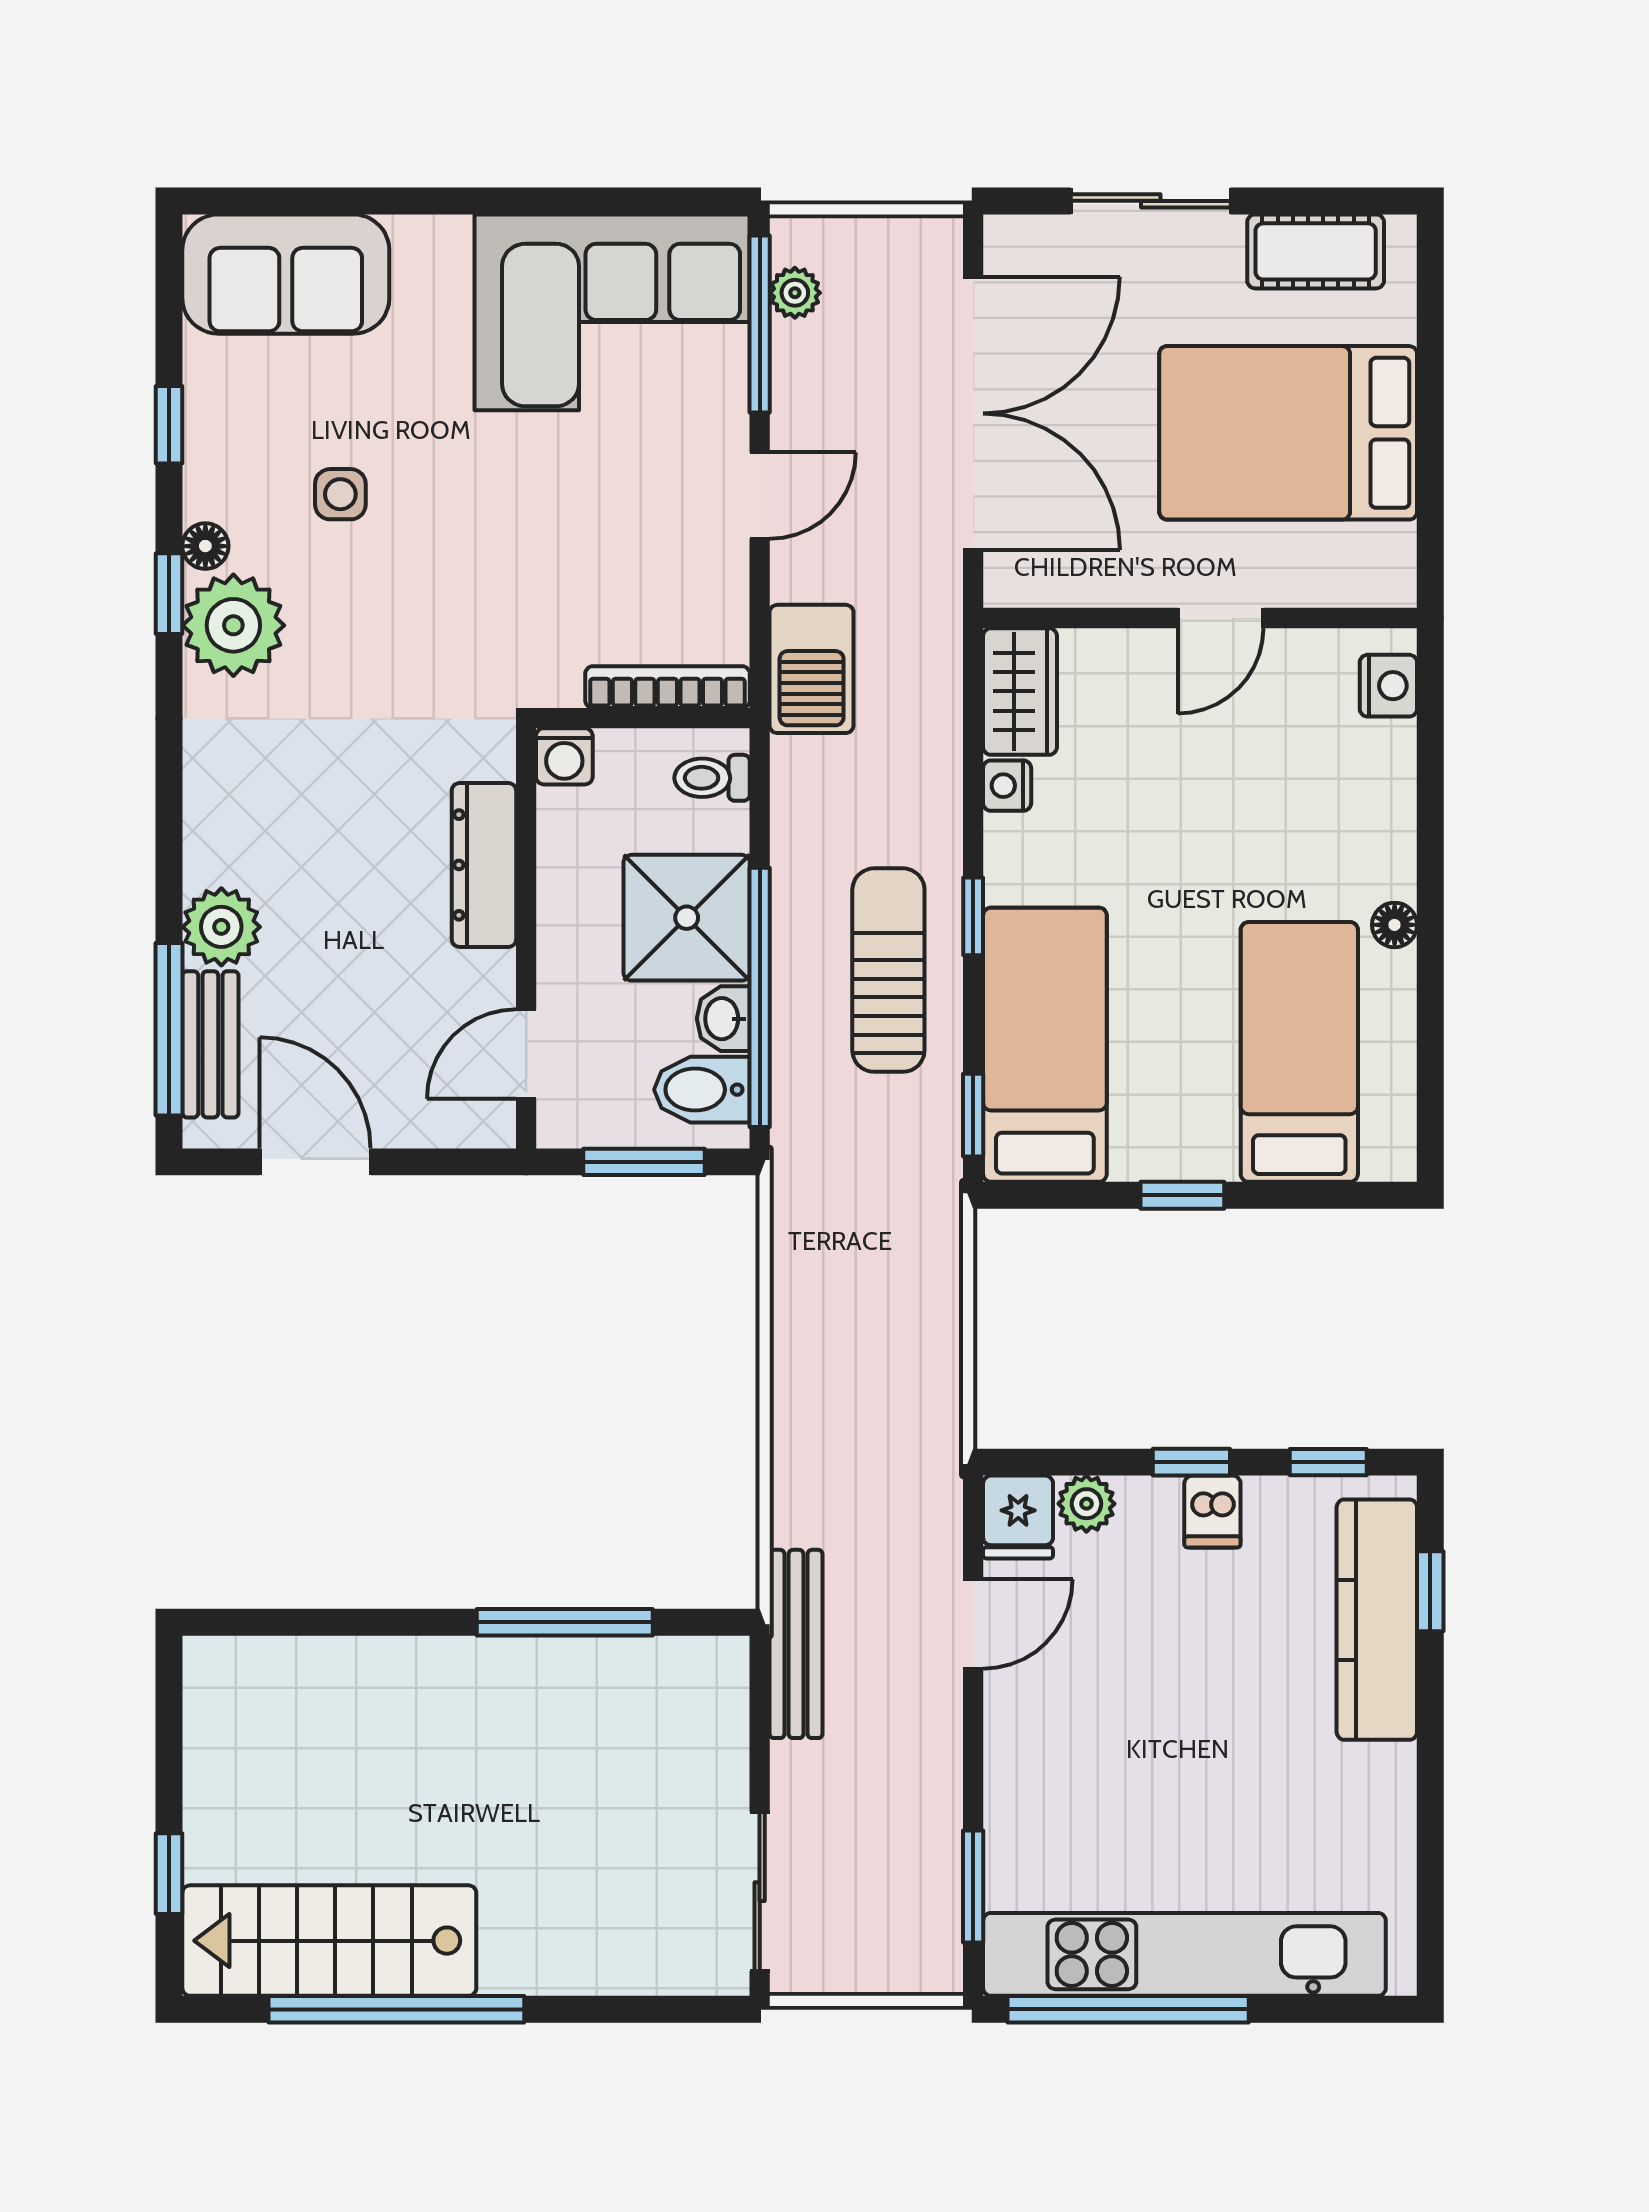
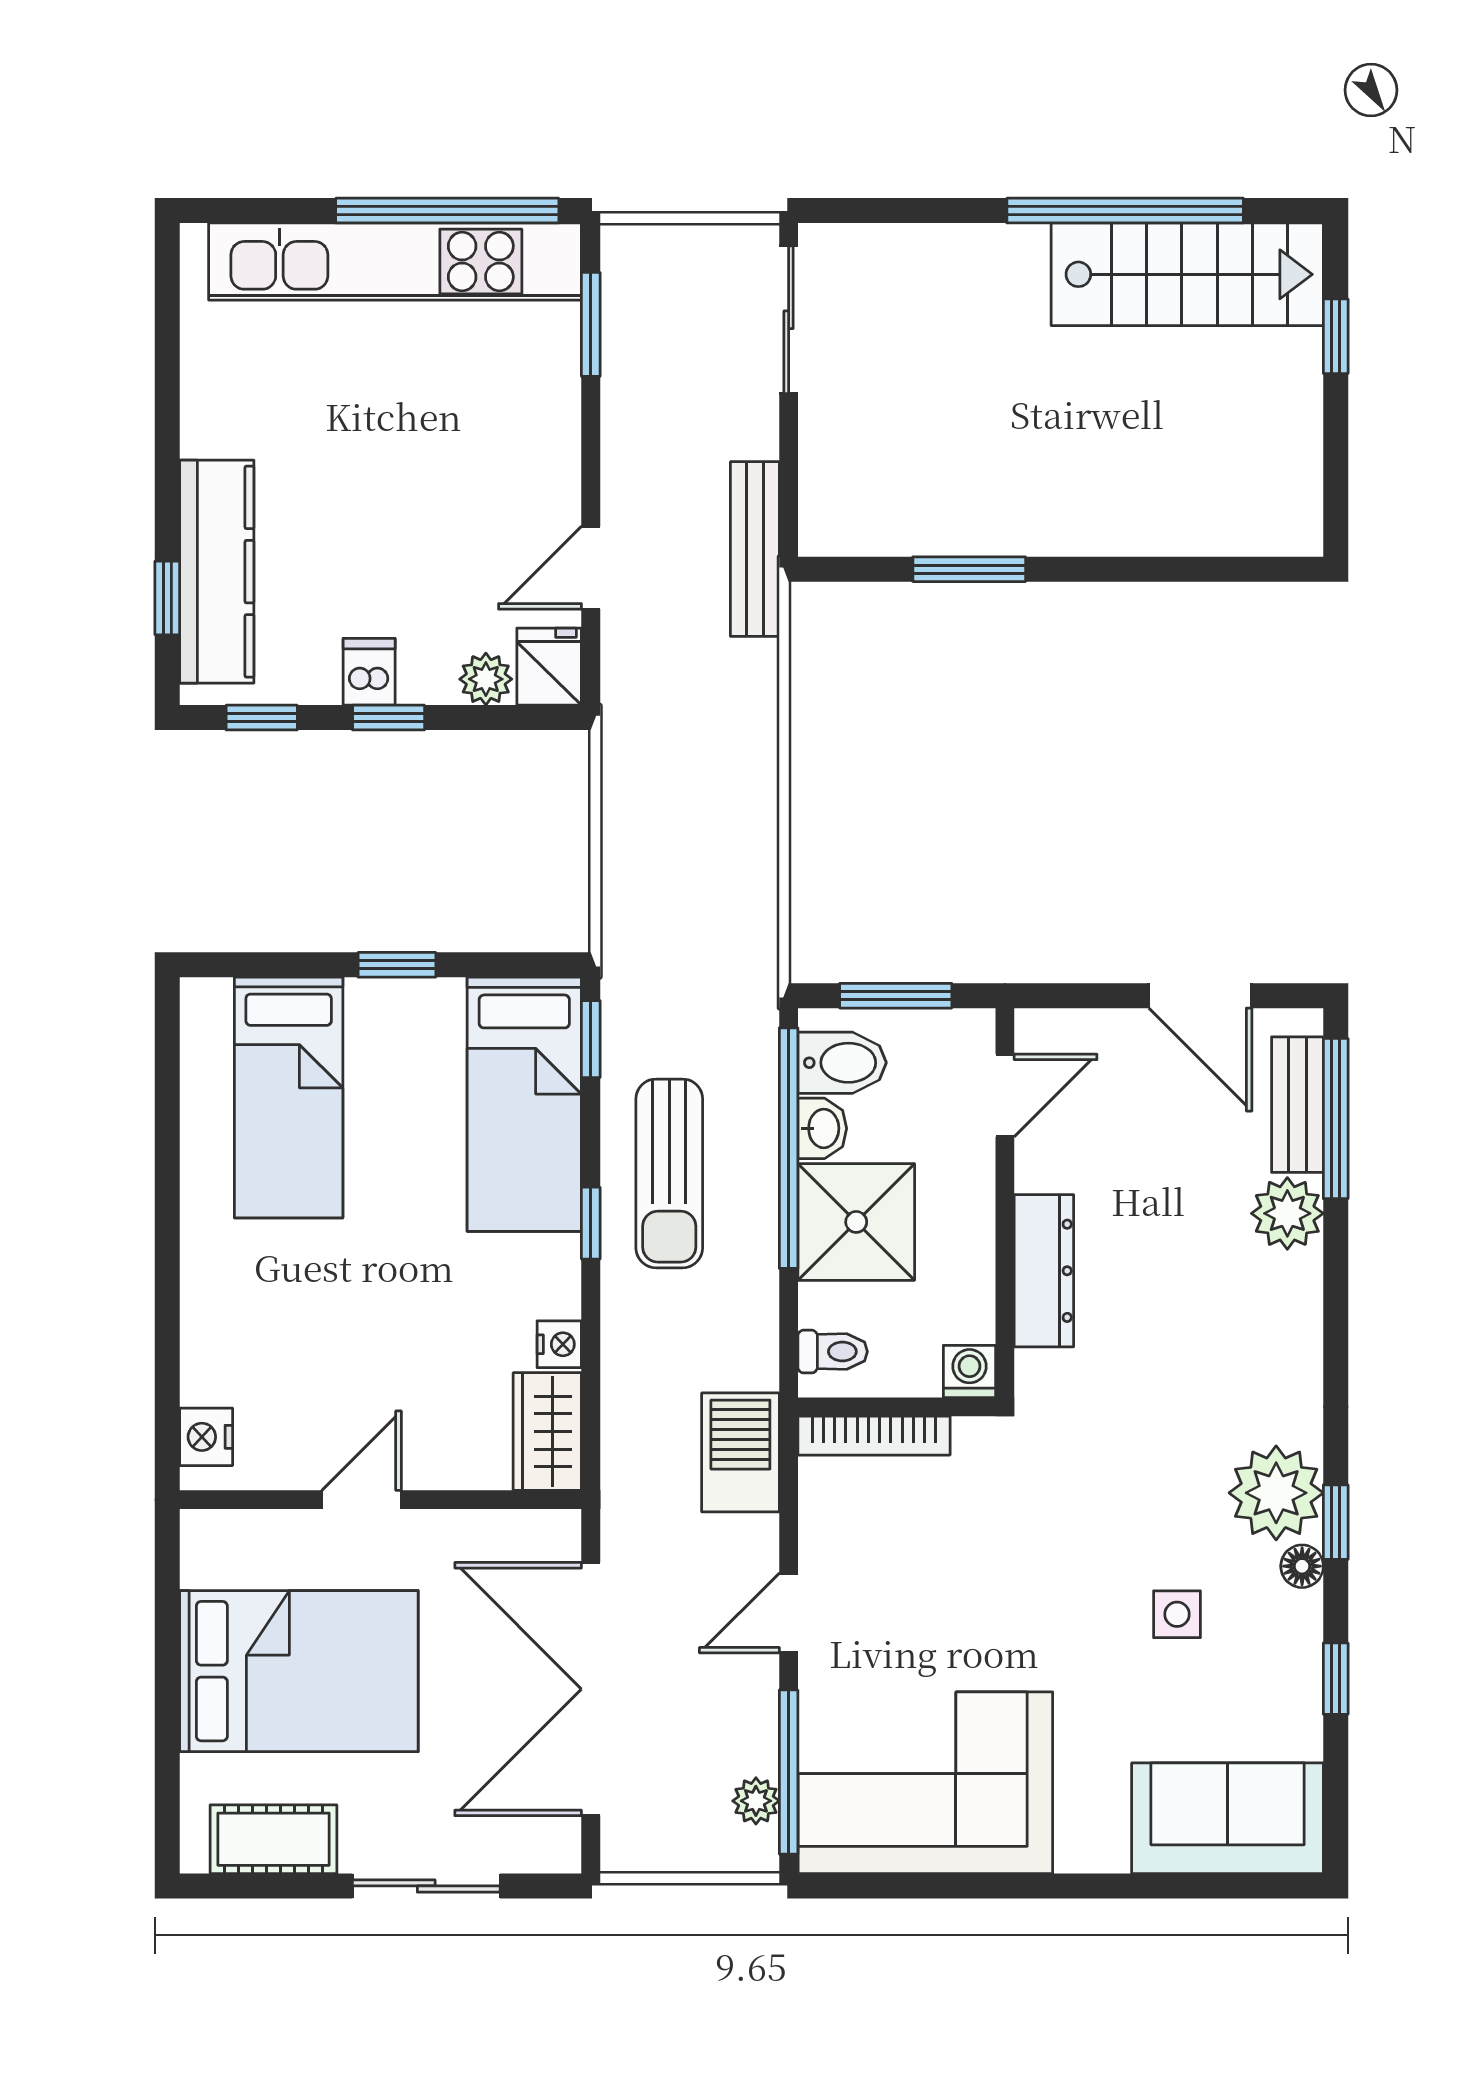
floor lamp: (1395, 925) -> (200, 1215), removed
window: (565, 1622) -> (969, 569), width x0.69

